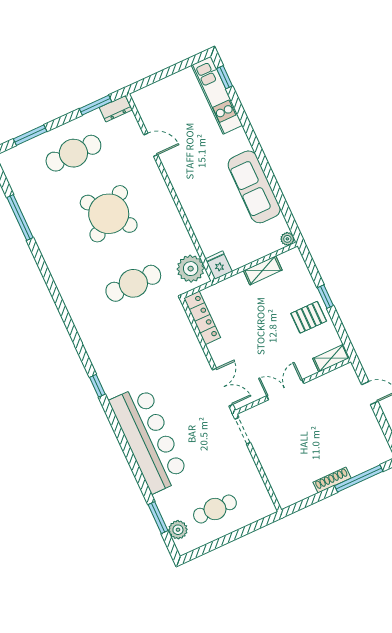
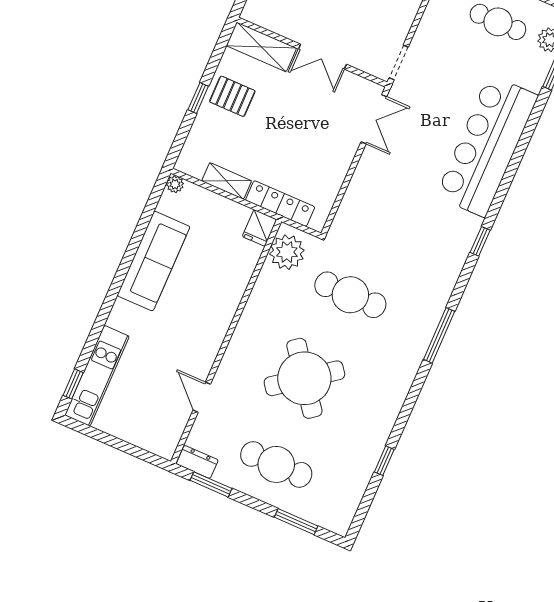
window: (20, 217) -> (384, 461), width x0.46
window: (64, 314) -> (439, 335), added
locker: (202, 318) -> (280, 204), moved, turned 90
shelving: (331, 358) -> (261, 47), width x1.50, depth x1.33
double door: (223, 387) -> (374, 119), swing flipped

